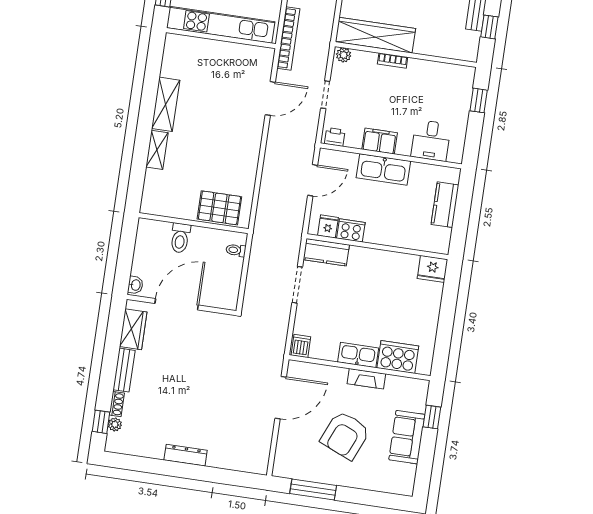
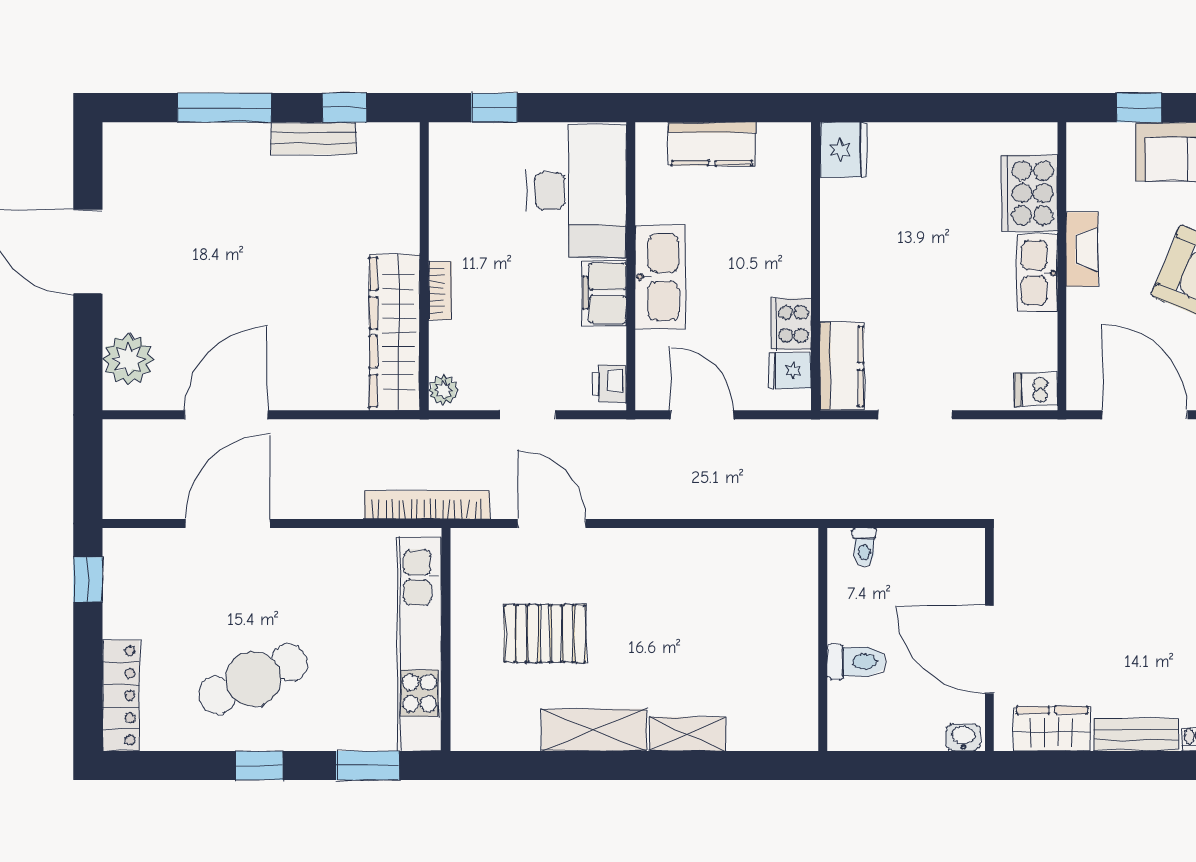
desk: (431, 140) -> (577, 191), width x1.87, depth x1.30
pallet: (219, 208) -> (545, 634), moved, turned 90

